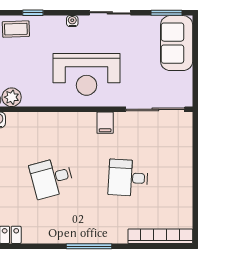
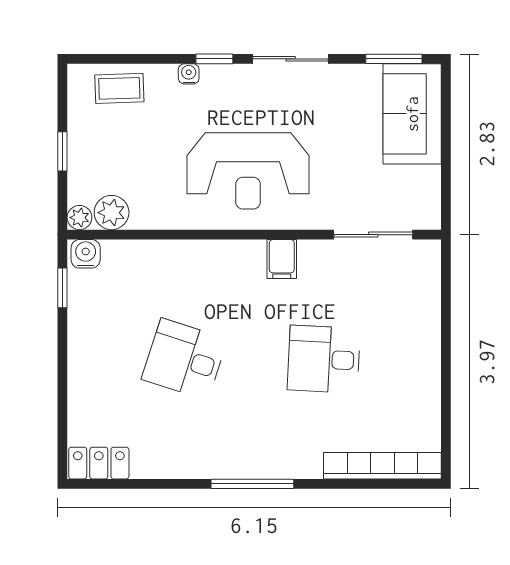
window: (33, 13) -> (214, 59), moved
water cooler: (72, 21) -> (189, 74), moved
sliding door: (155, 109) -> (373, 235), width x0.73
desk: (52, 178) -> (184, 359), turned 33

